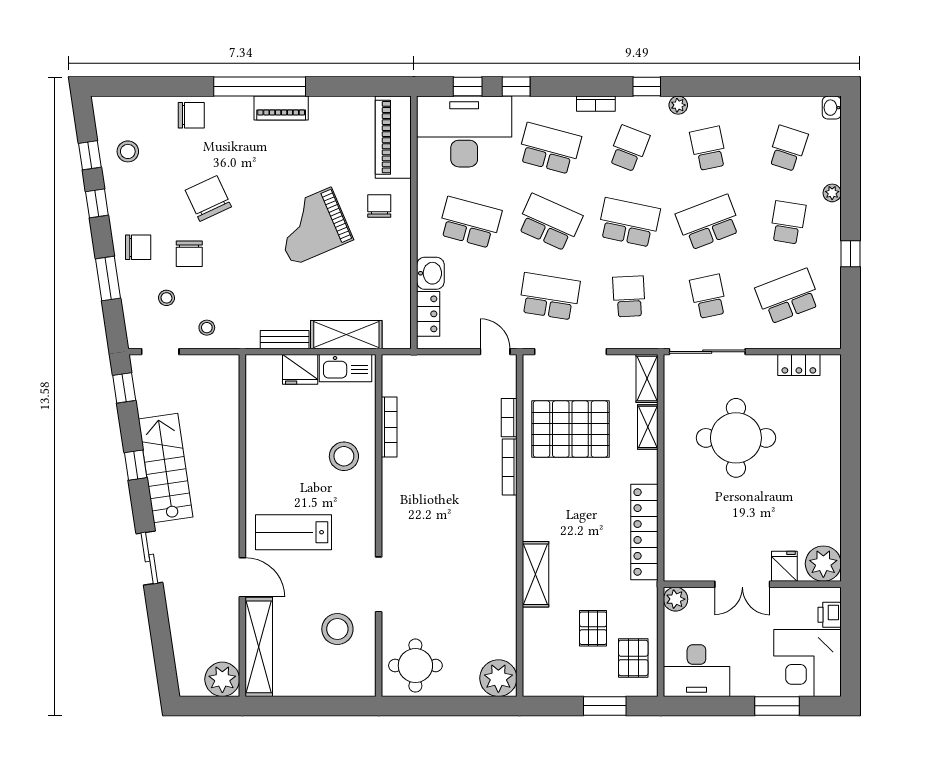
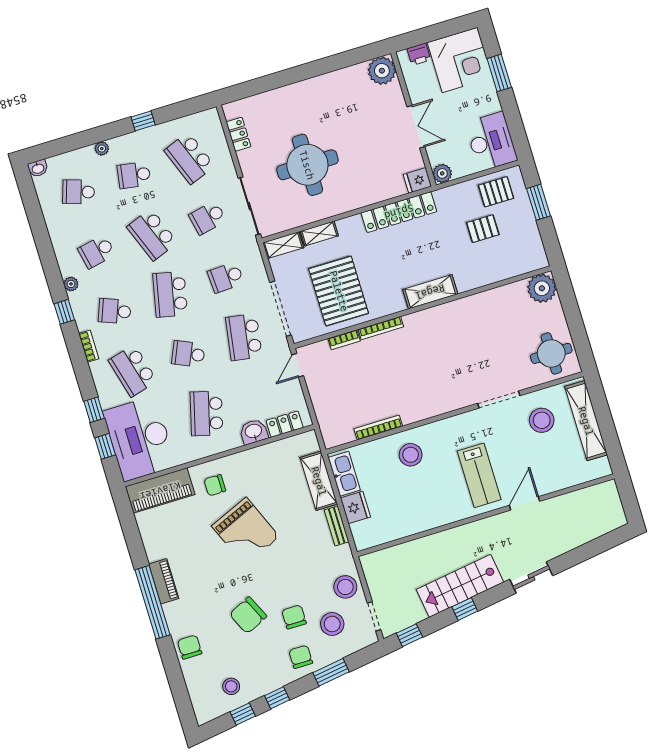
school desk: (549, 148) -> (133, 371), turned -30
school desk: (549, 222) -> (188, 354), width x0.54
chair: (189, 254) -> (294, 617), turned -90
stool: (166, 298) -> (332, 624), width x1.89, depth x1.89
stool: (207, 328) -> (345, 587), width x1.89, depth x1.89
fridge: (784, 566) -> (417, 180), moved
shelving: (536, 574) -> (430, 292), moved
shelving: (259, 647) -> (586, 421), moved, turned 90
plant: (222, 679) -> (606, 495), removed

